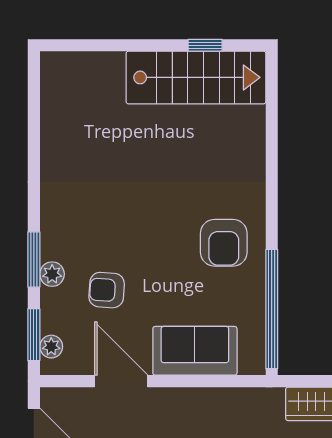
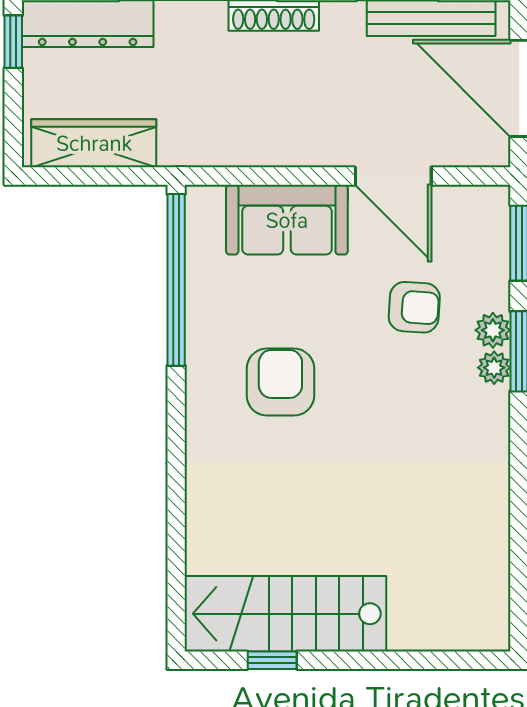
armchair: (224, 243) -> (280, 382), moved
plant: (51, 347) -> (494, 368), moved

